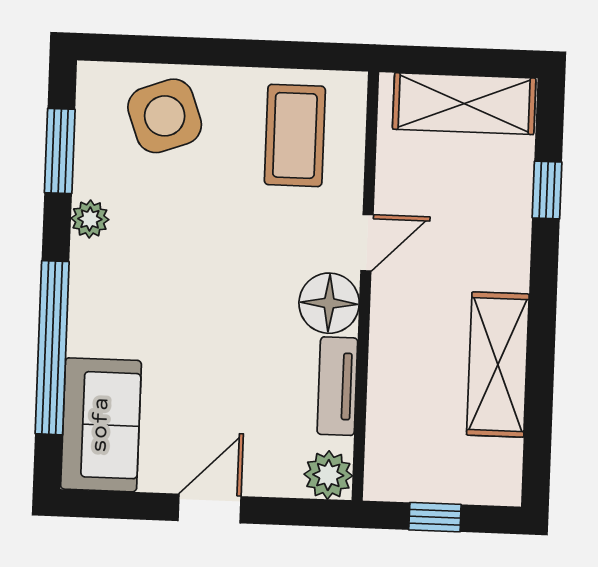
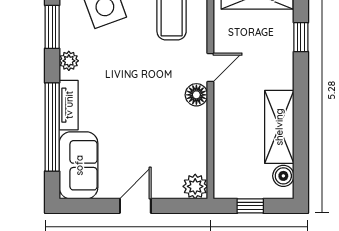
floor lamp: (329, 303) -> (196, 95), width x0.73, depth x0.73
tv unit: (337, 386) -> (69, 105), moved, turned 180
boiler: (502, 461) -> (283, 176), added

